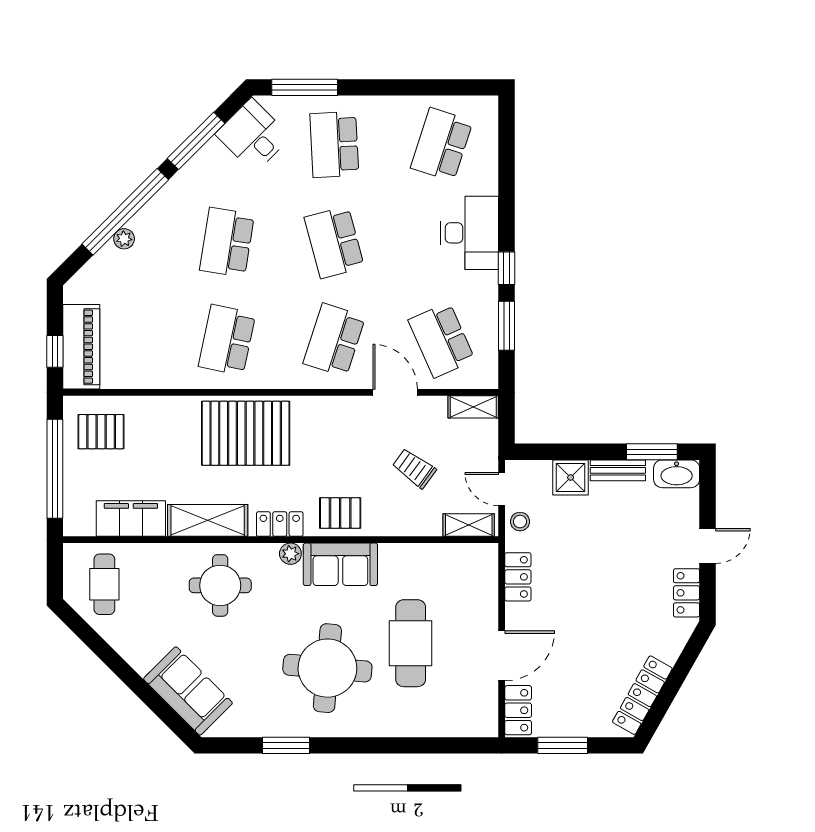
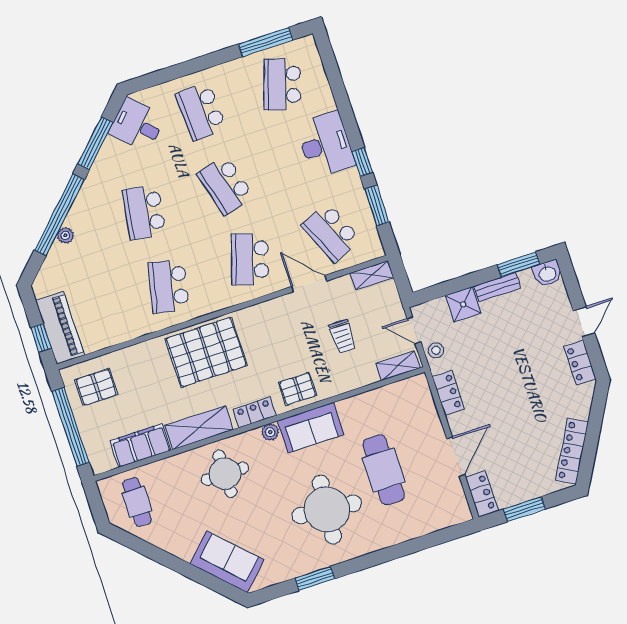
window: (305, 87) -> (266, 42), moved
trolley: (414, 468) -> (343, 336), turned -126
washbasin: (677, 474) -> (547, 273), width x0.72

